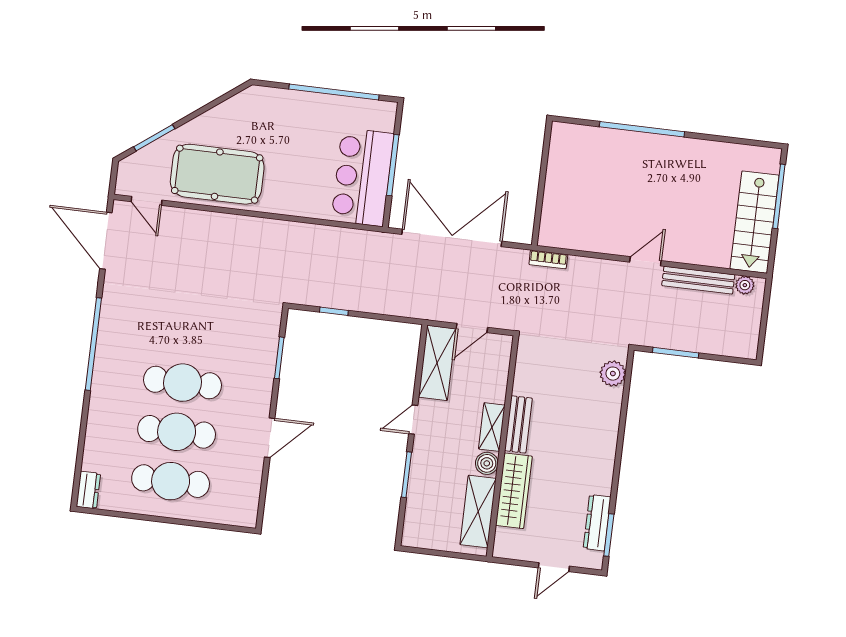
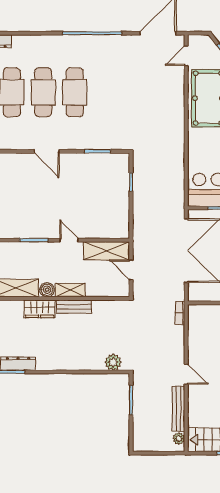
wardrobe: (514, 491) -> (40, 309), width x0.67

